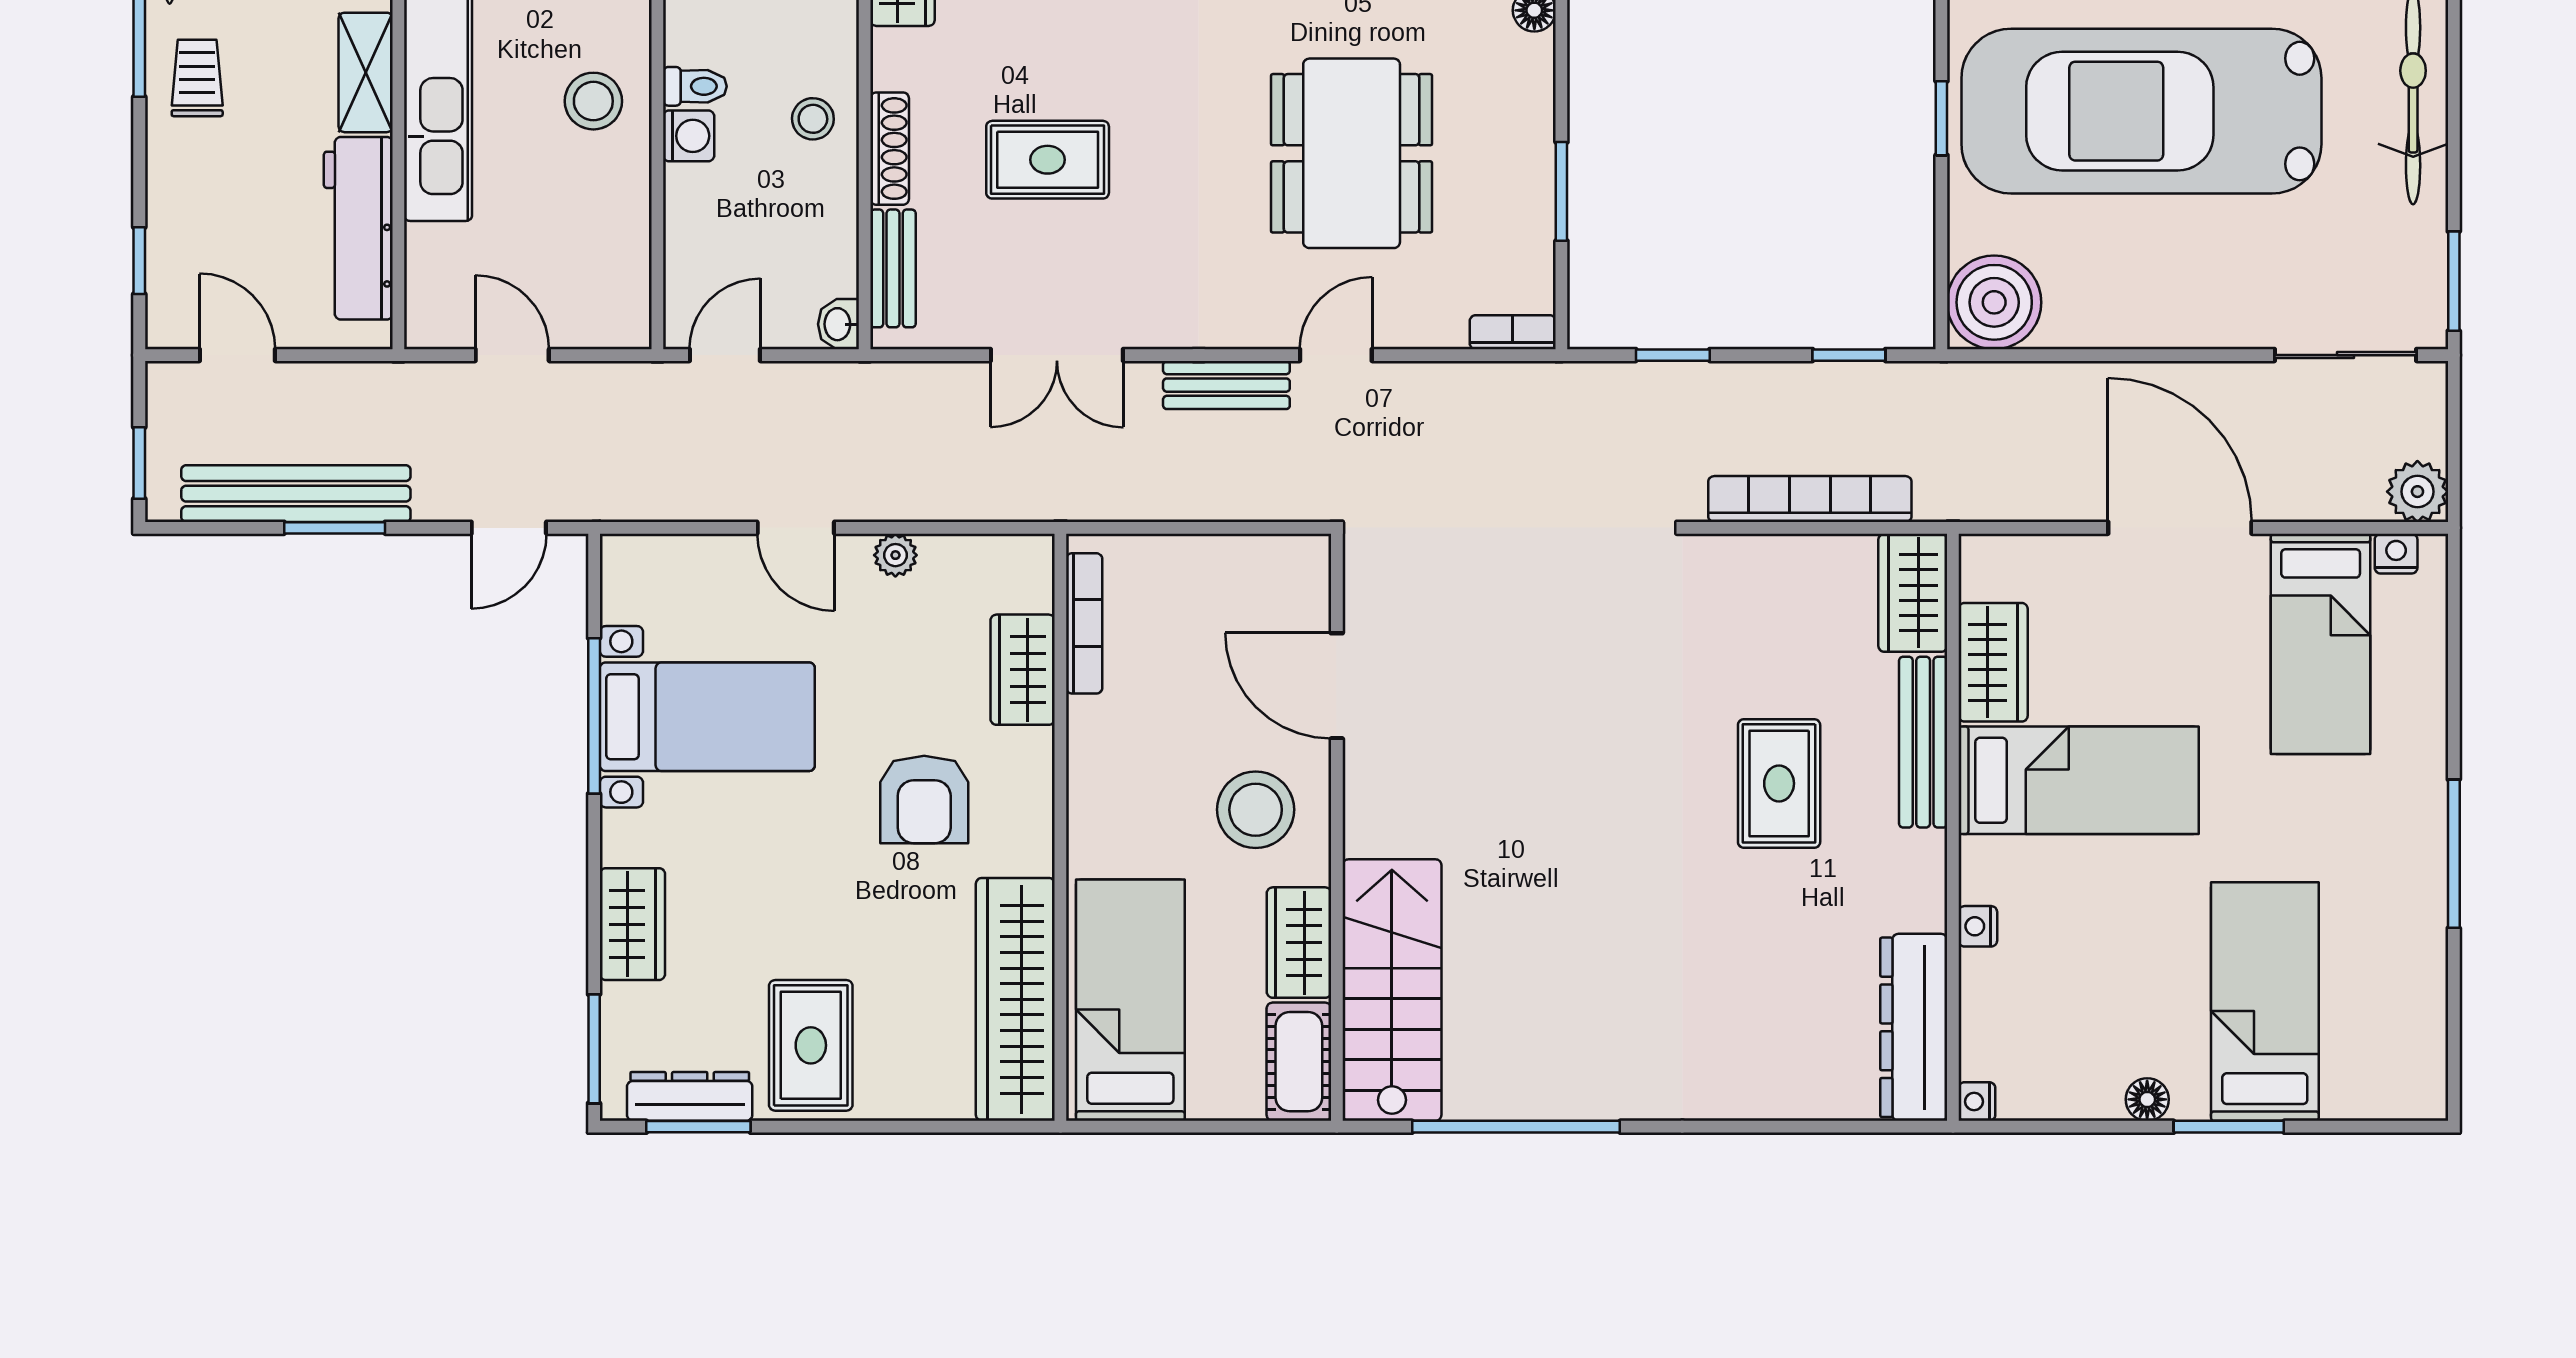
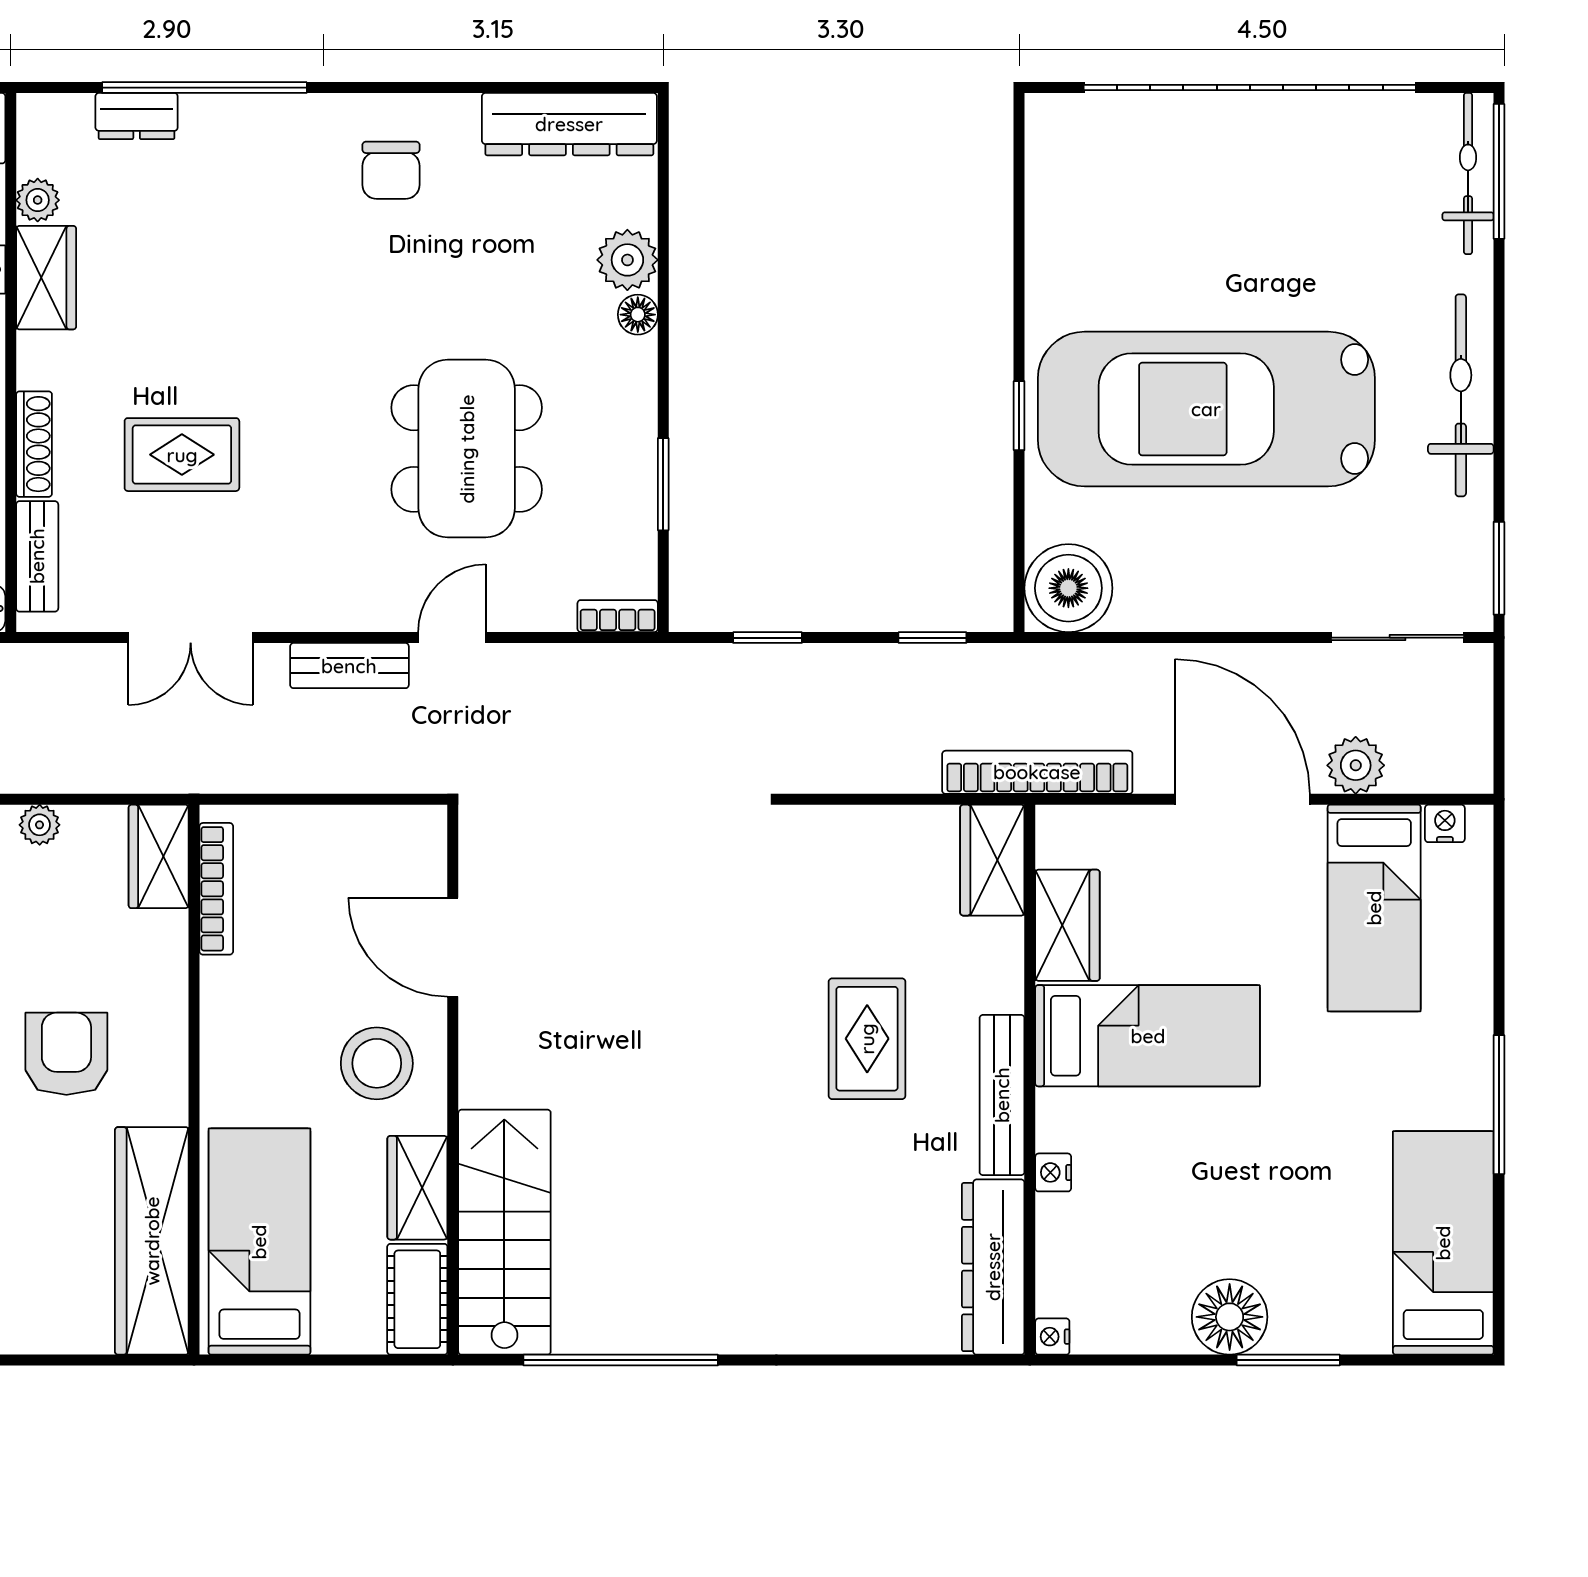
plant: (2417, 492) -> (1356, 765), moved
bookcase: (1810, 499) -> (1037, 772), moved
wardrobe: (1023, 670) -> (159, 856), moved
bench: (1923, 742) -> (1002, 1095), moved
armchair: (924, 799) -> (66, 1054), turned 180
bed: (2265, 1002) -> (1443, 1243), moved
floor lamp: (2147, 1099) -> (1230, 1317), width x1.89, depth x1.89

